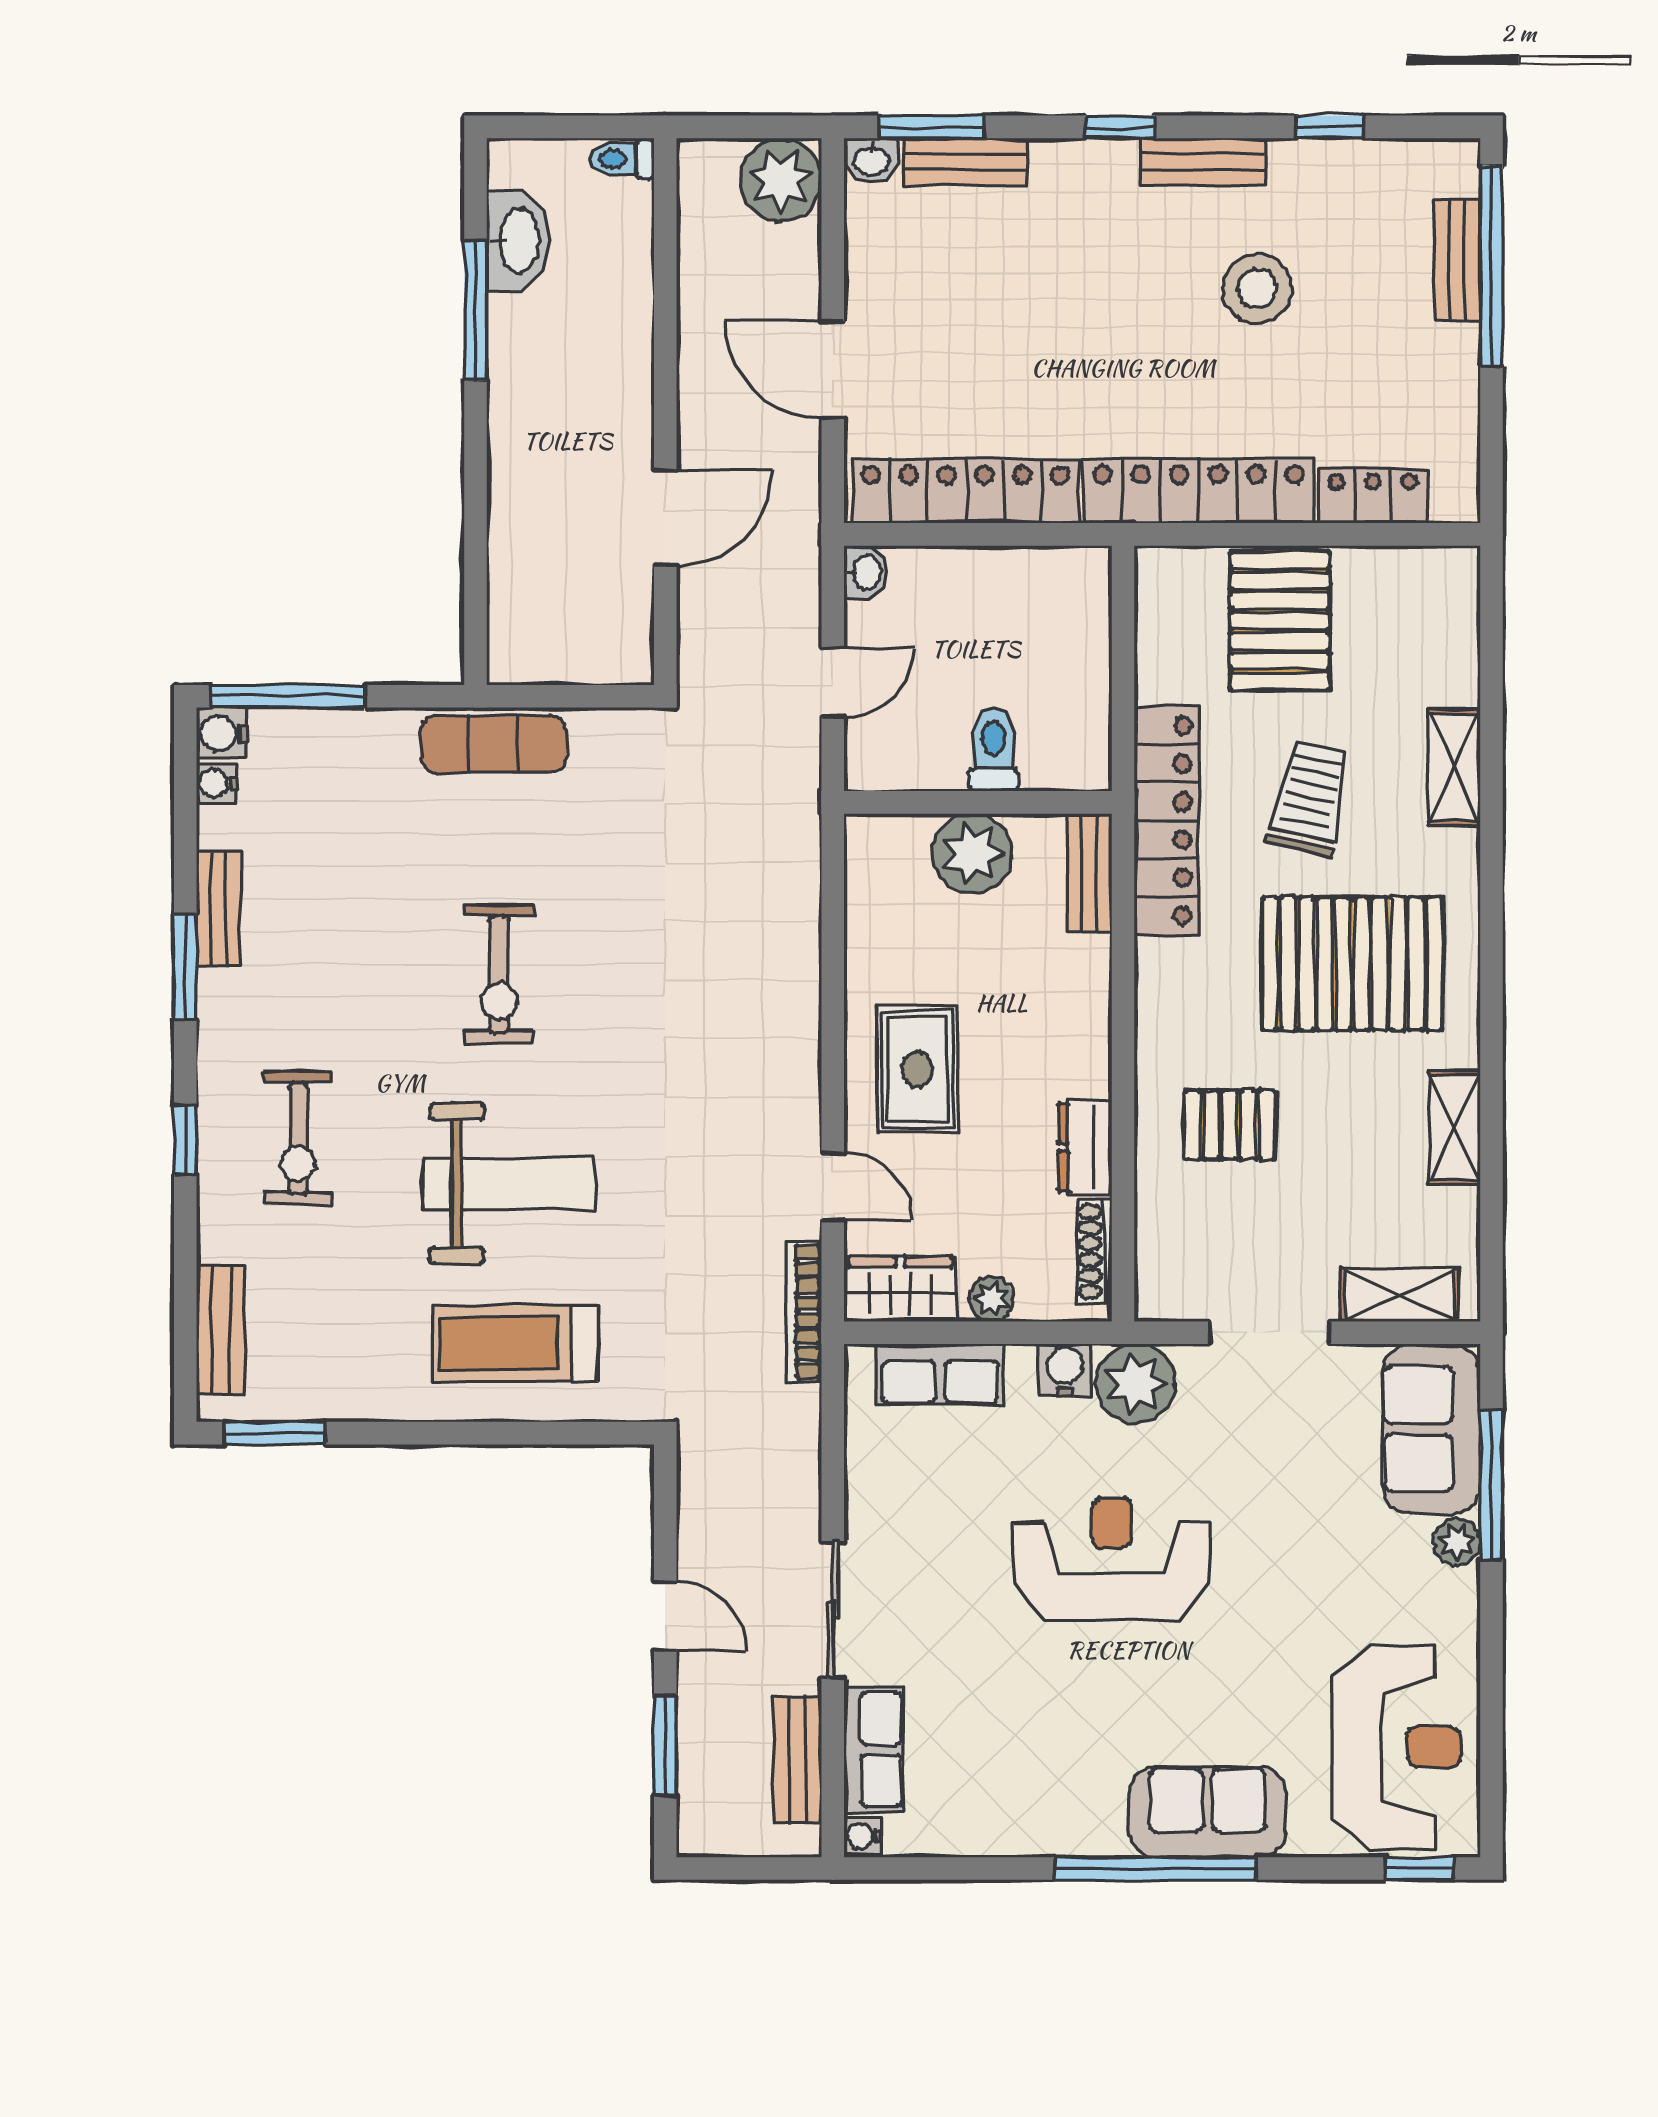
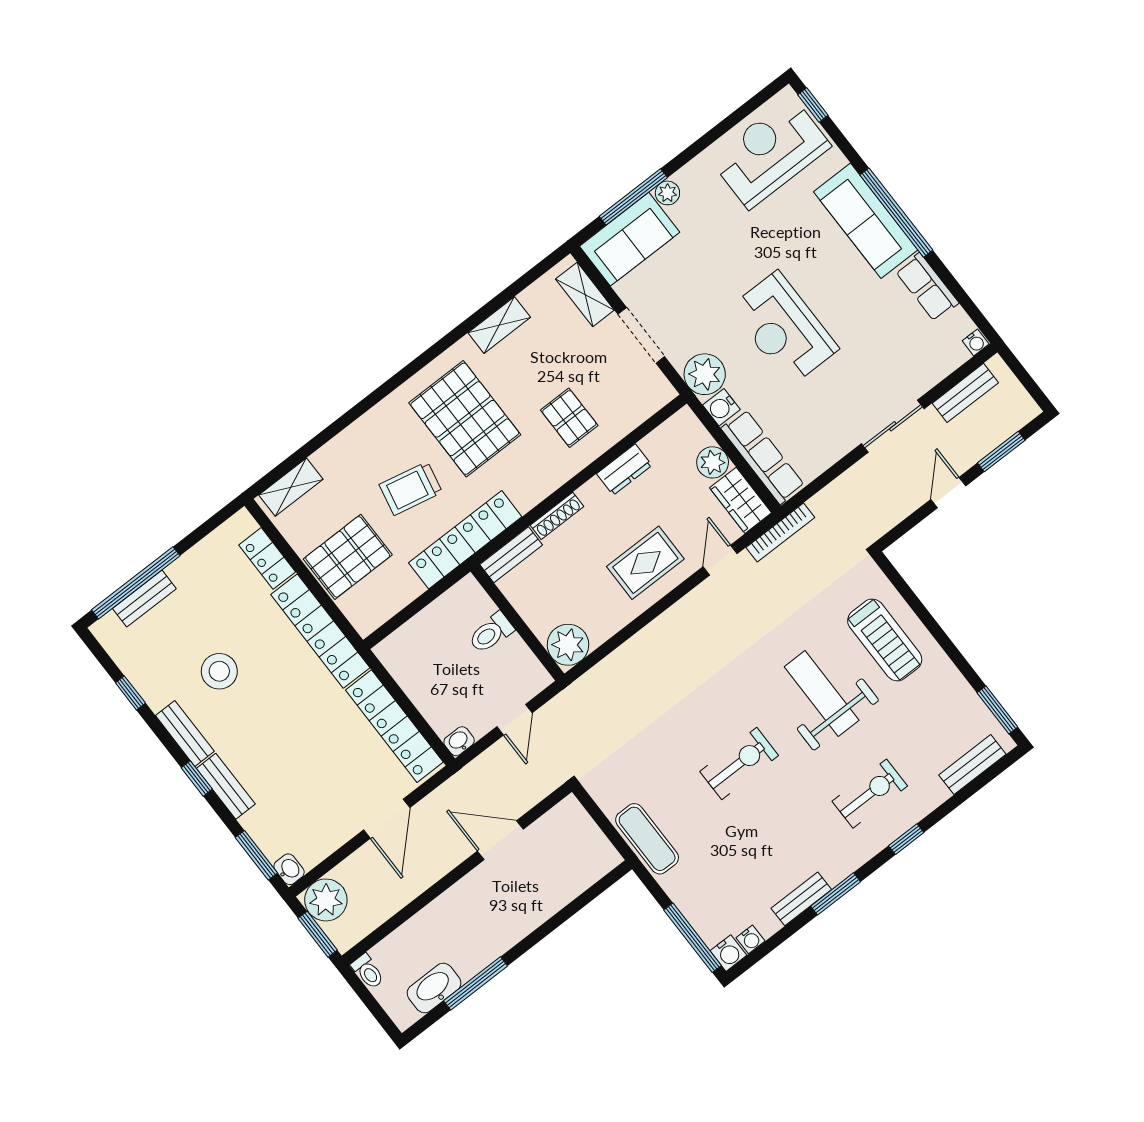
window: (738, 127) -> (318, 934), added
bench: (966, 162) -> (226, 786), moved
door: (833, 683) -> (514, 720), swing flipped
shelving: (1454, 767) -> (291, 487), moved
plant: (972, 853) -> (568, 645), moved
shoe rack: (1094, 1251) -> (557, 516), moved
plant: (991, 1299) -> (713, 462), width x1.38, depth x1.38
row of seats: (940, 1374) -> (763, 457), width x1.48
row of seats: (874, 1750) -> (927, 287), moved, turned -90
sofa: (1207, 1812) -> (866, 221), width x1.36

